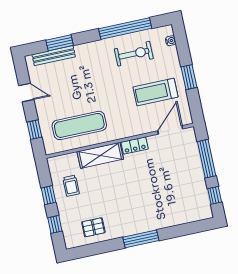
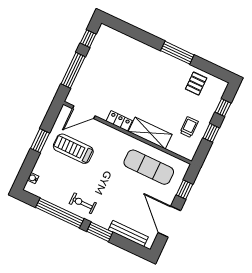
window: (60, 43) -> (100, 232), moved
exercise bike: (134, 54) -> (83, 203), moved, width x0.73, depth x0.72
door: (26, 92) -> (169, 222), width x1.88
treadmill: (155, 92) -> (73, 149), turned 180
pallet: (93, 227) -> (196, 84), turned 90
window: (141, 239) -> (177, 53), moved

